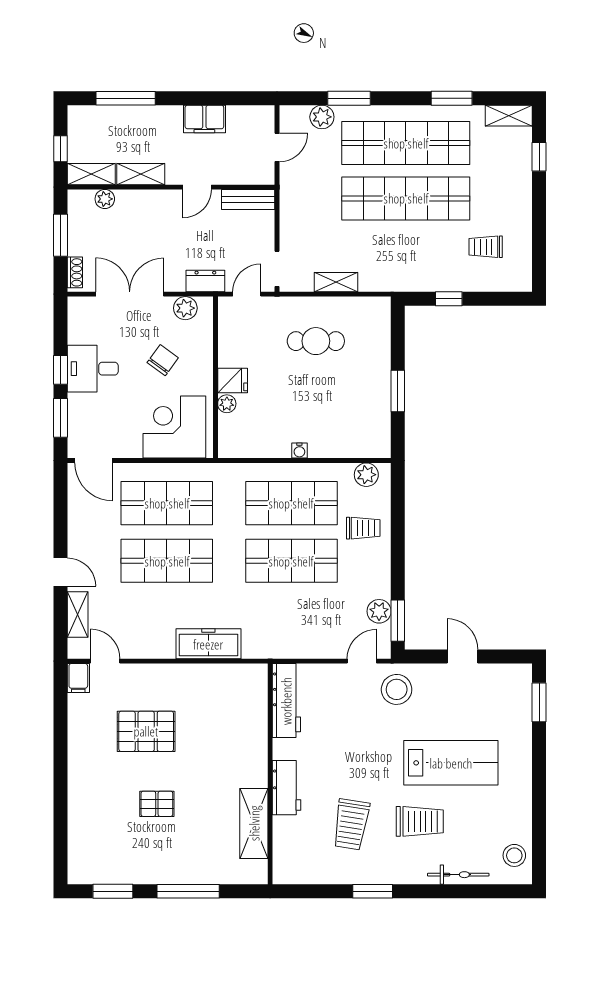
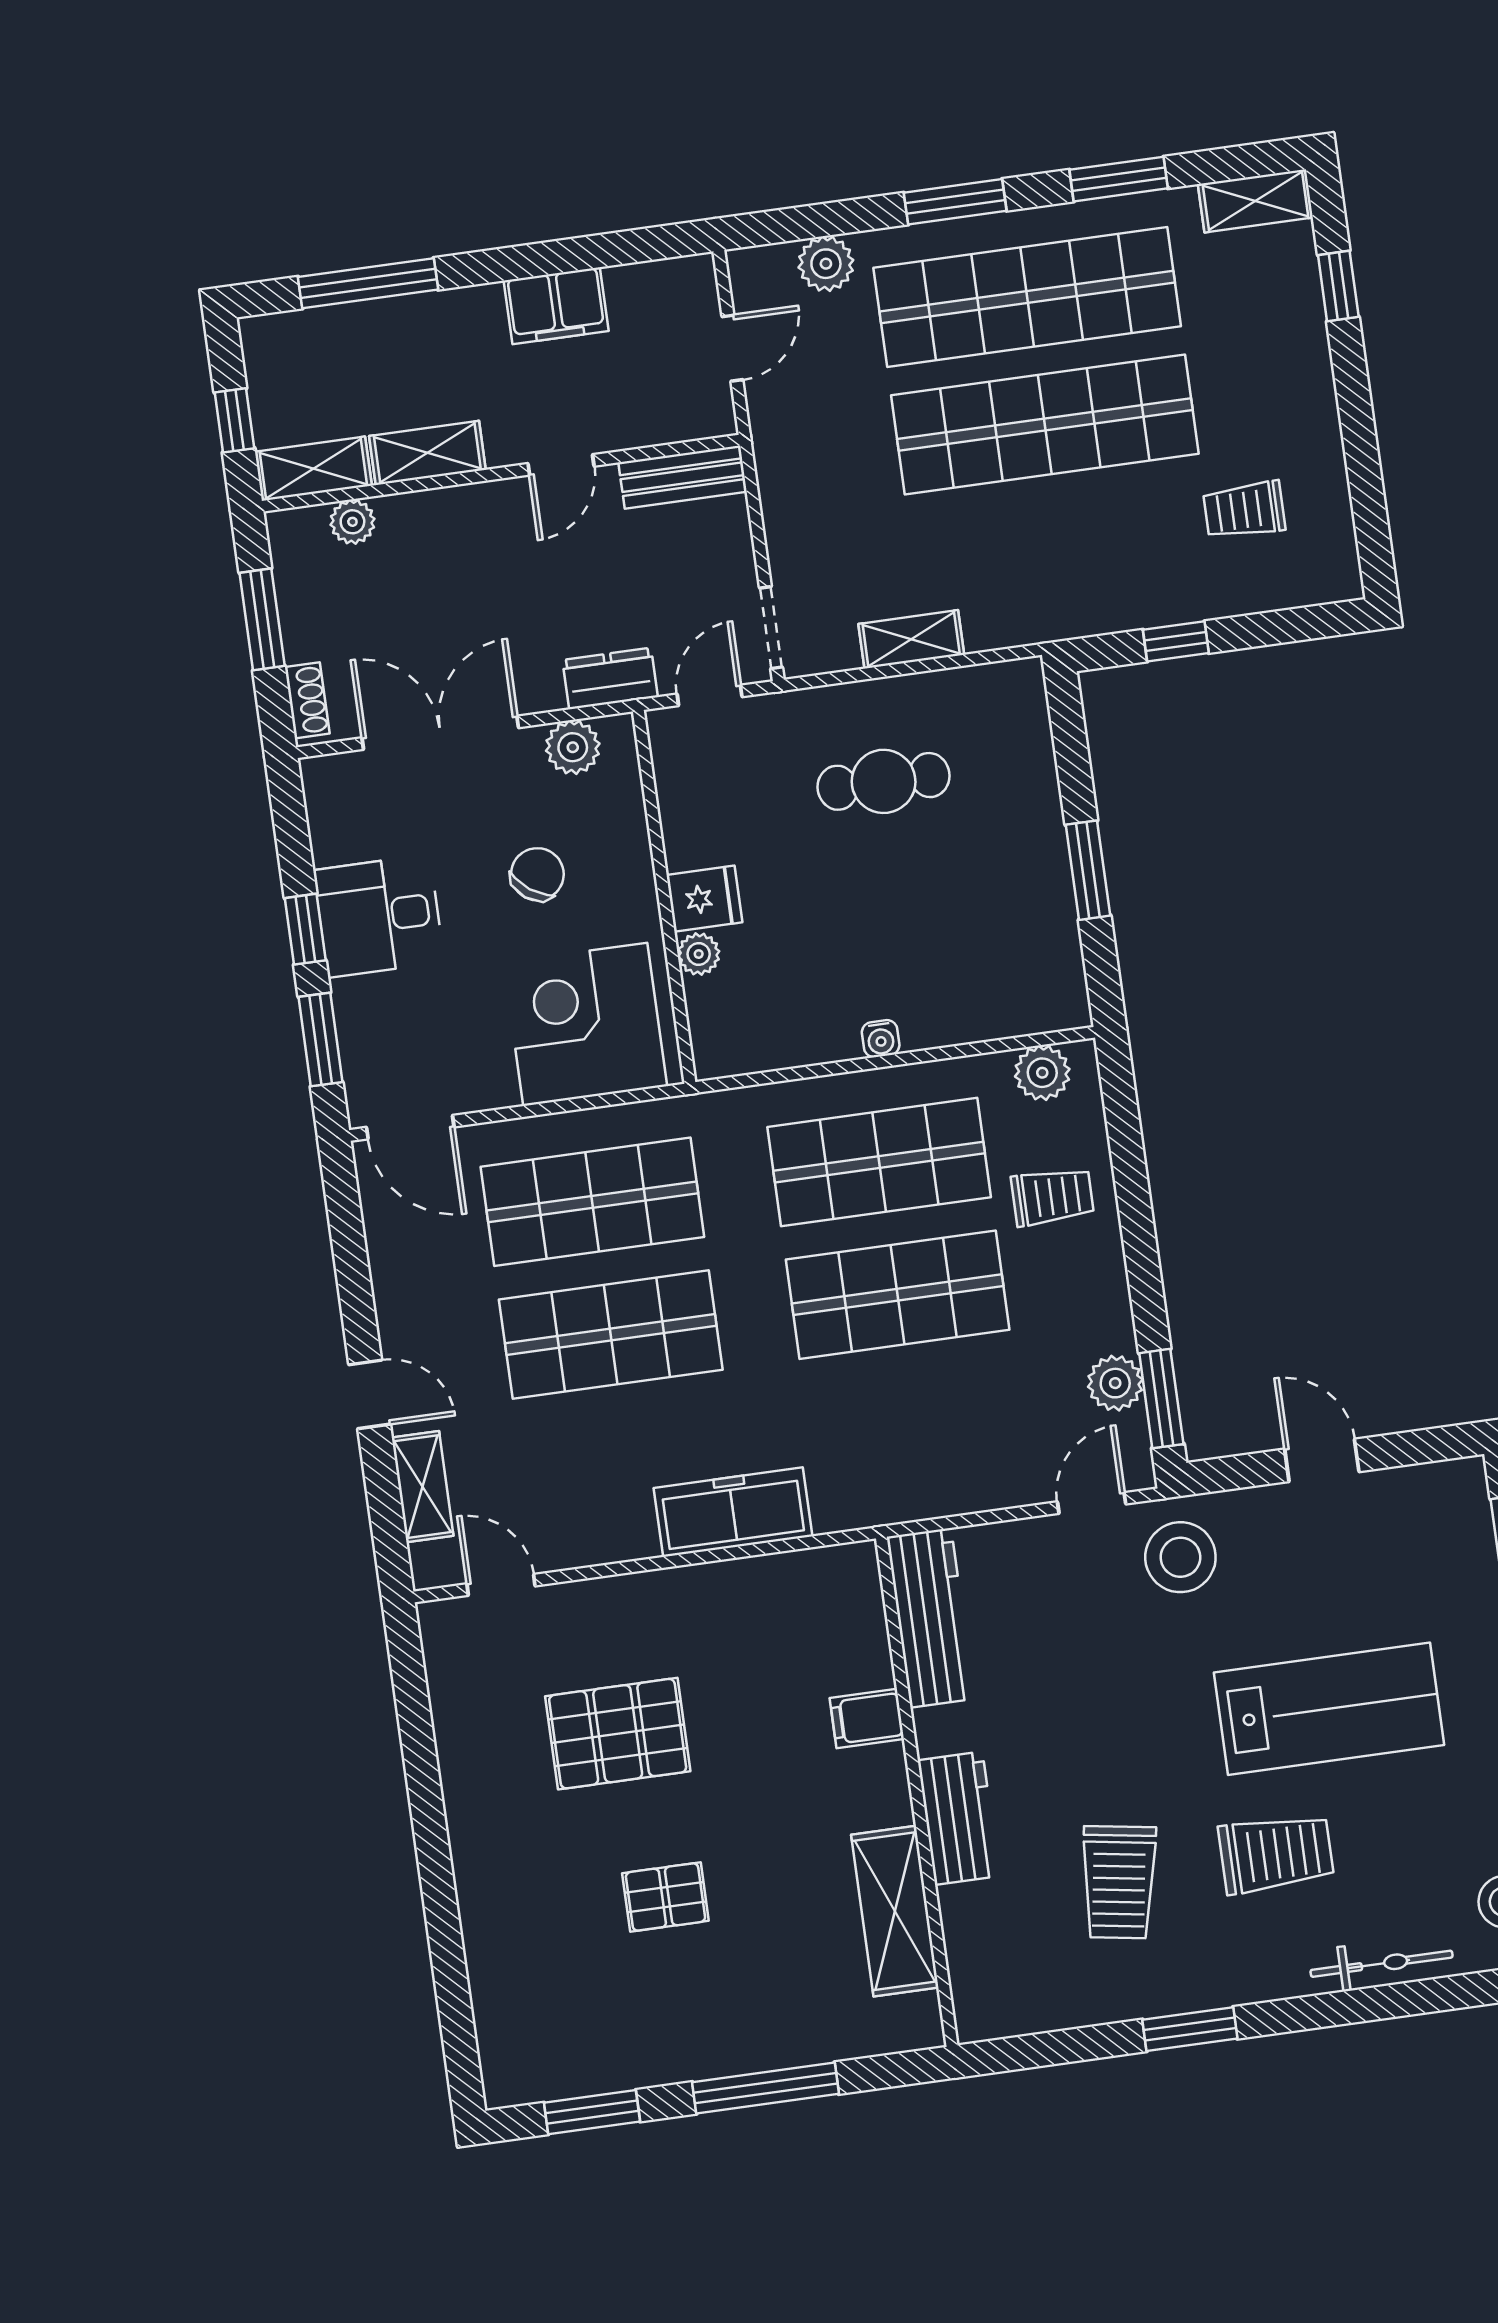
window: (349, 98) -> (955, 202), moved
filing cabinet: (78, 678) -> (867, 1719), moved, turned 90

